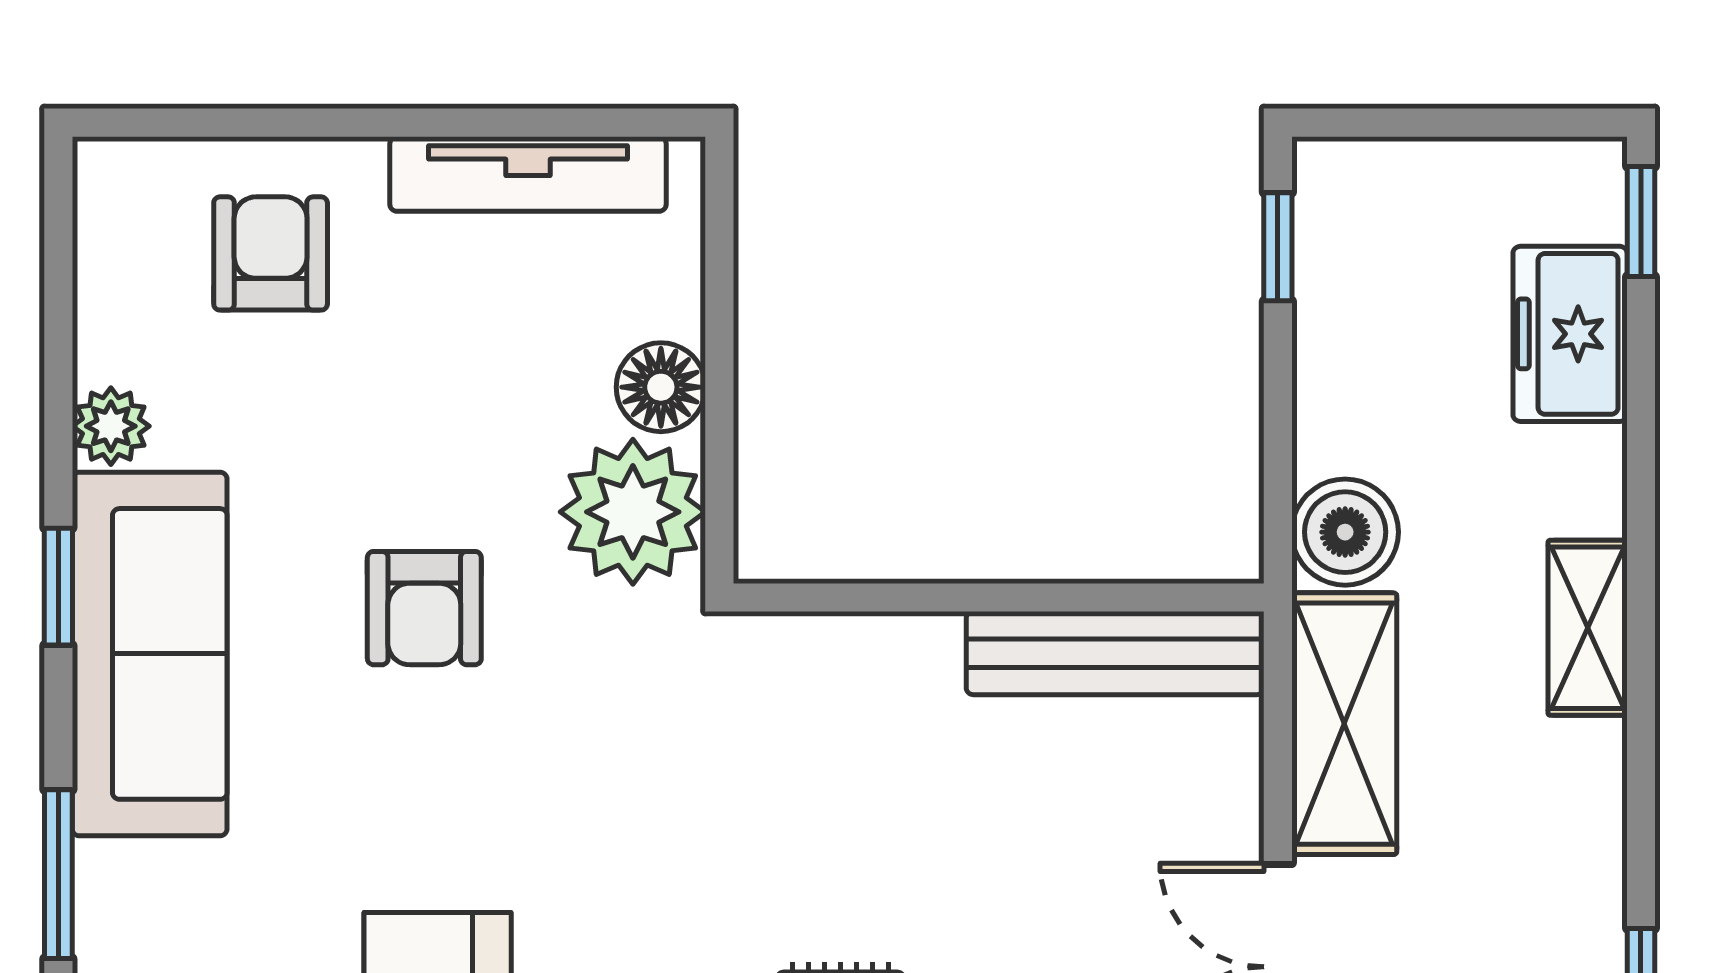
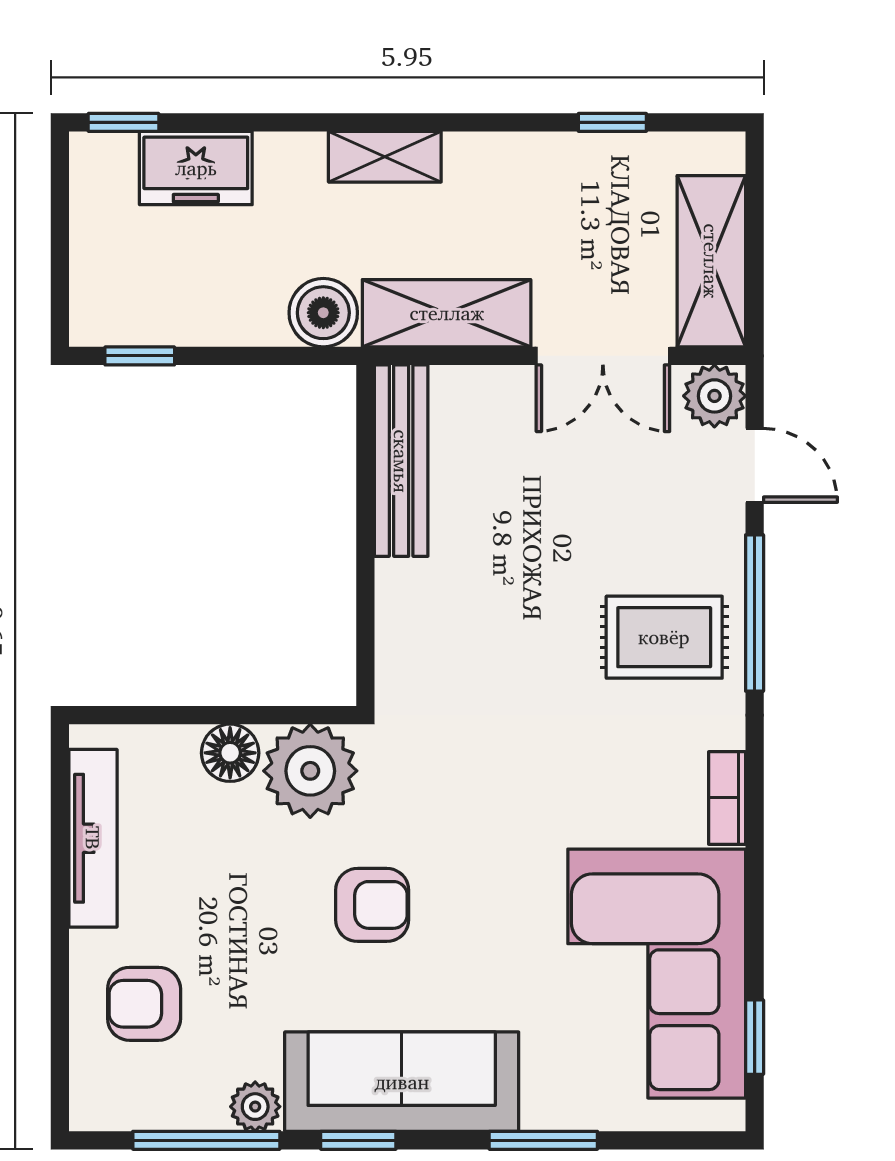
window: (58, 350) -> (206, 1140), added

